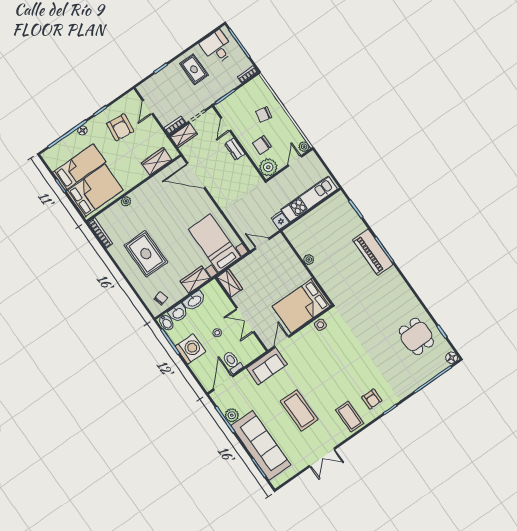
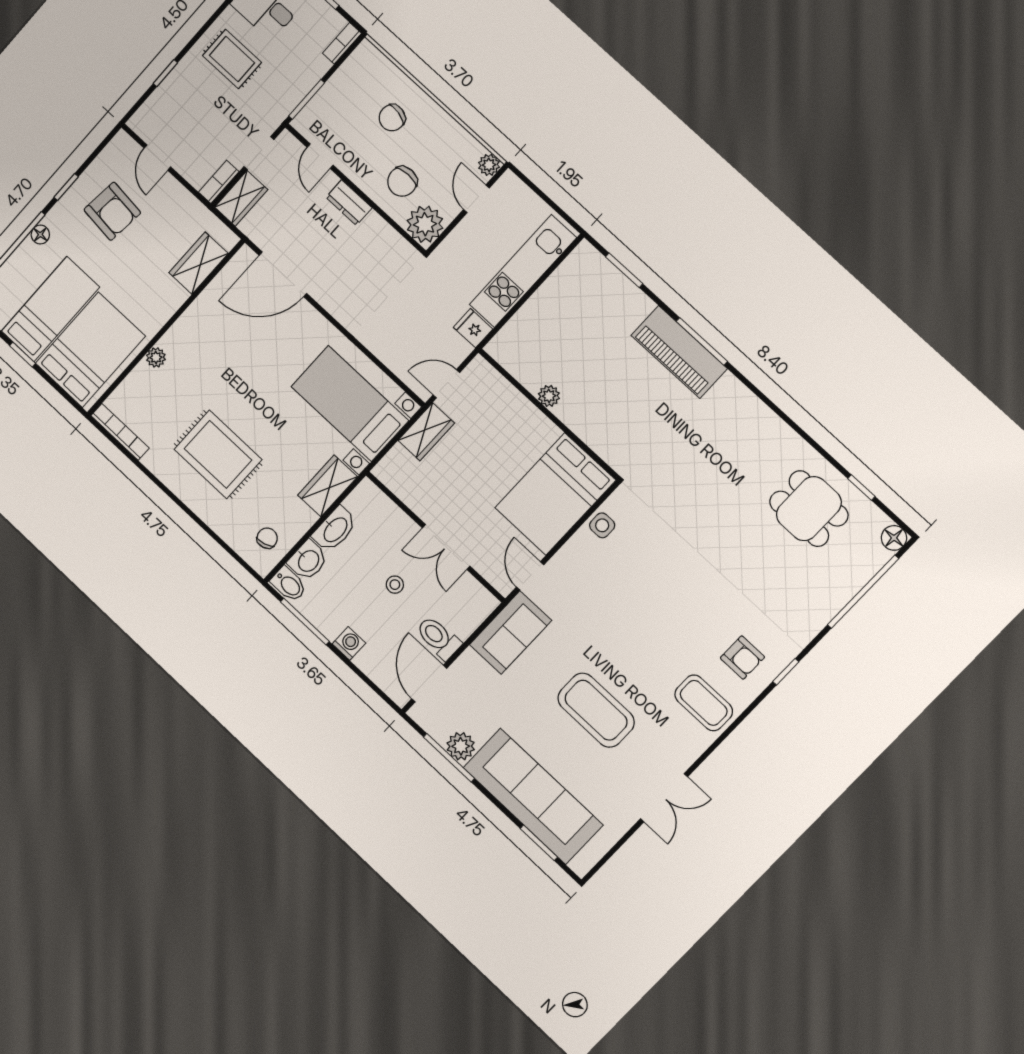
wardrobe: (230, 283) -> (426, 432), moved, turned 90
washing machine: (190, 349) -> (349, 643), width x0.53, depth x0.53

